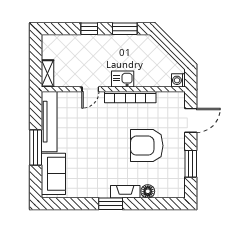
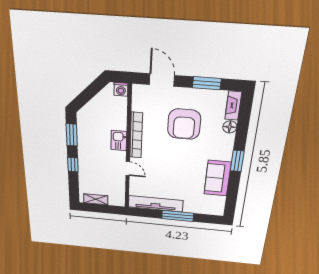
shelving: (47, 73) -> (96, 199), moved
sofa: (53, 174) -> (218, 178), moved, turned -90
fireplace: (125, 192) -> (233, 106), moved

